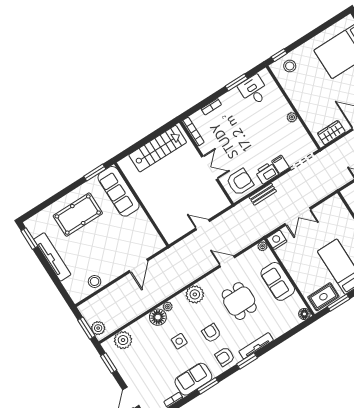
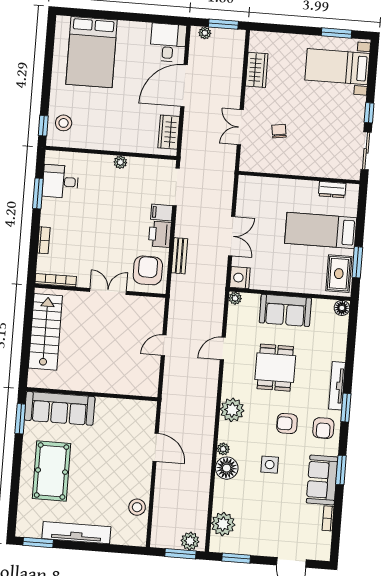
dining table: (239, 301) -> (275, 368), turned 90

